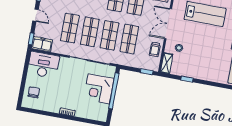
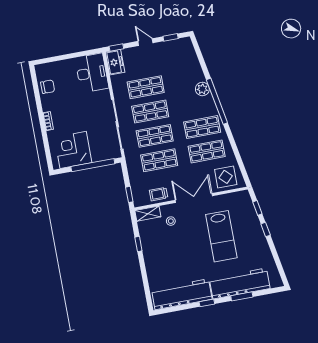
door: (36, 15) -> (145, 42), swing flipped
corner desk: (99, 89) -> (73, 150), moved
chair: (34, 92) -> (48, 87), moved

